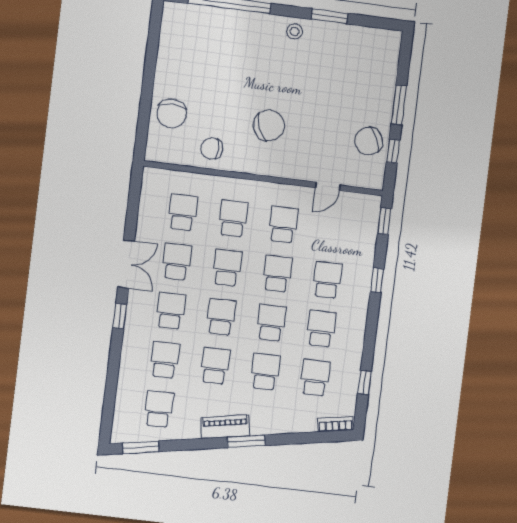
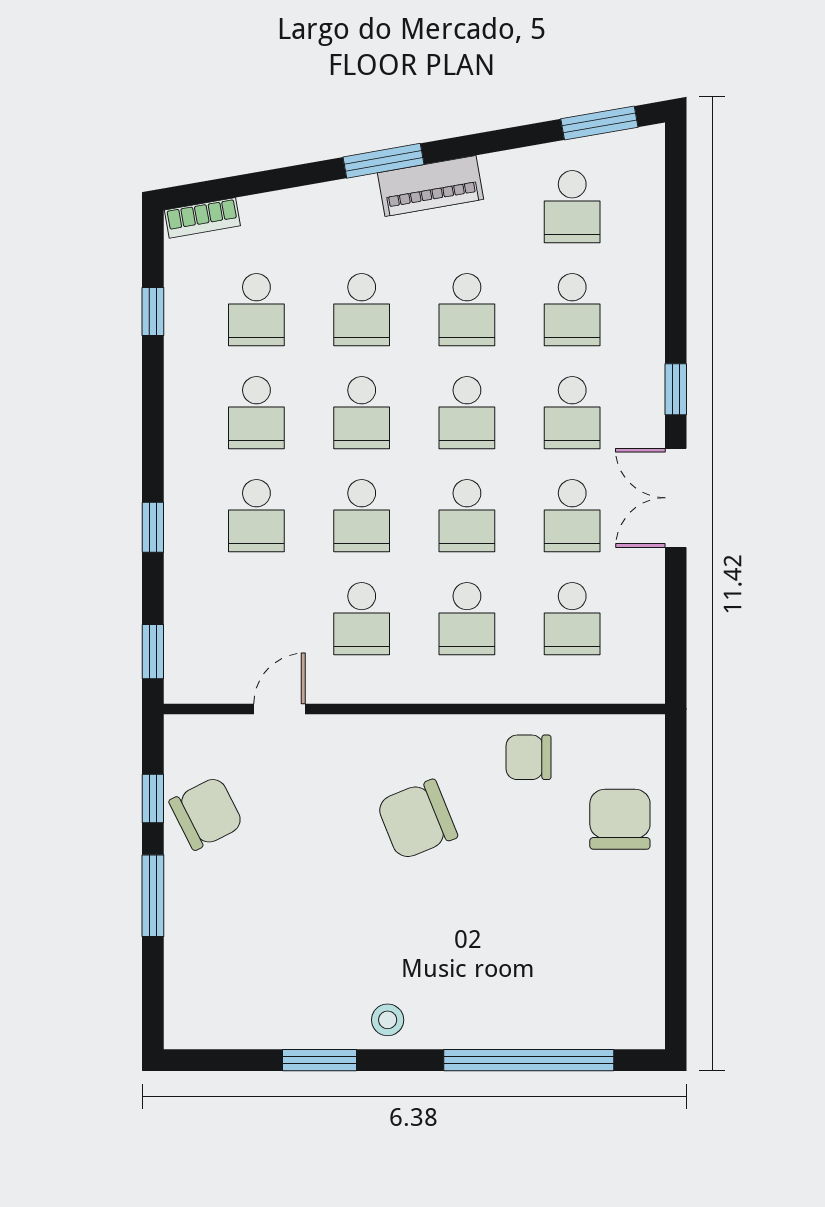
chair: (212, 149) -> (529, 757), turned 180

